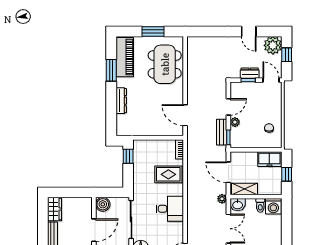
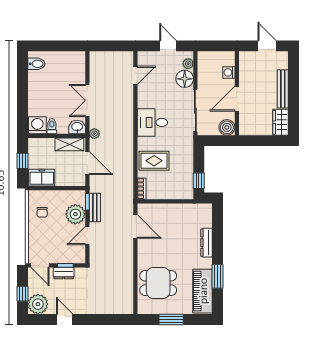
dining table: (165, 64) -> (158, 283), width x0.73
plant: (235, 122) -> (75, 214), width x1.87, depth x1.87

